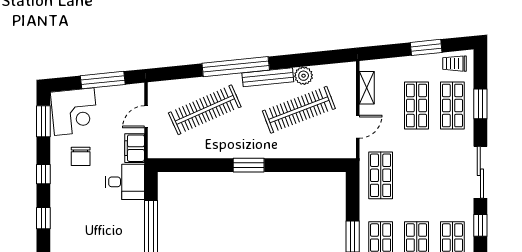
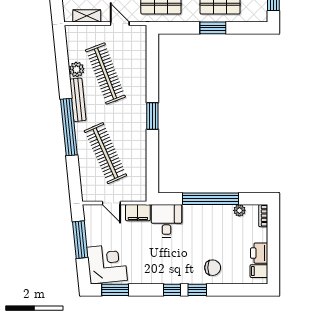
chair: (81, 156) -> (213, 268), moved
window: (43, 174) -> (172, 290), moved

